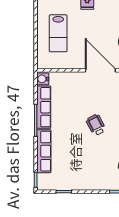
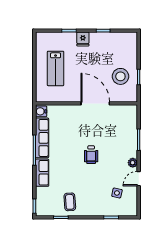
wheelchair: (96, 125) -> (91, 155), turned -153
row of seats: (44, 151) -> (42, 173), width x0.68
coffee table: (73, 175) -> (70, 202), added

